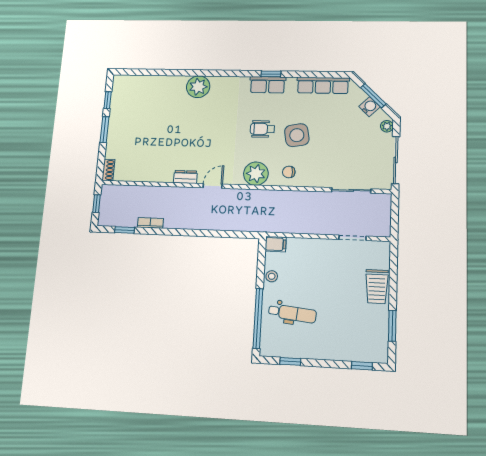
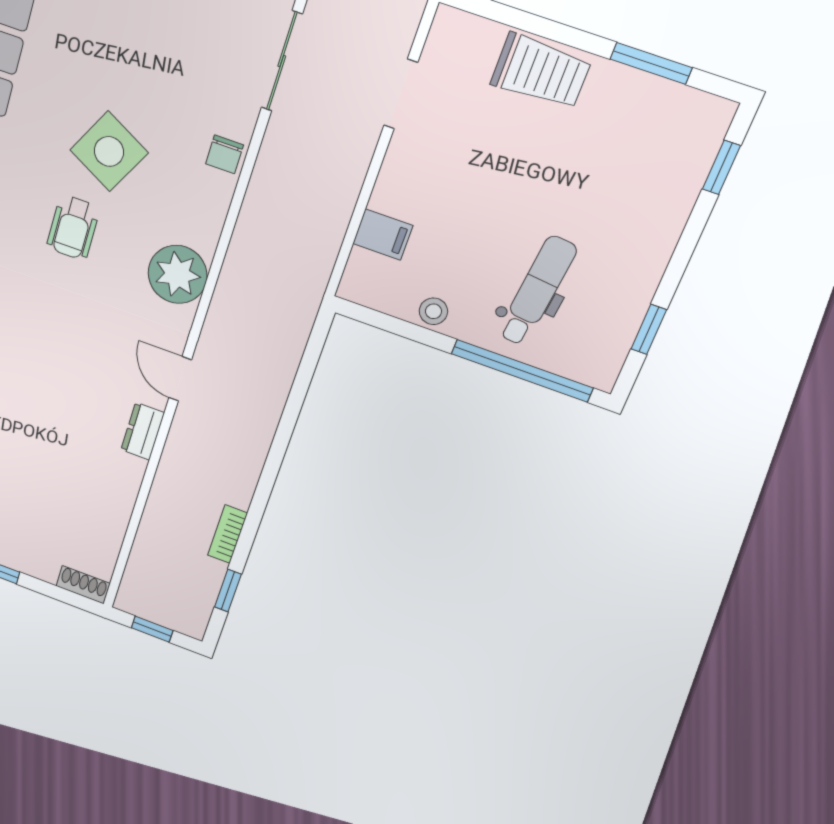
side table: (297, 135) -> (109, 151), turned 38
chair: (289, 172) -> (225, 154), moved
filing cabinet: (276, 244) -> (383, 235), moved, turned 90

